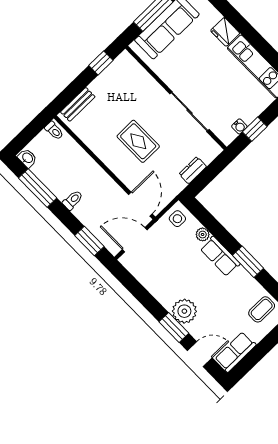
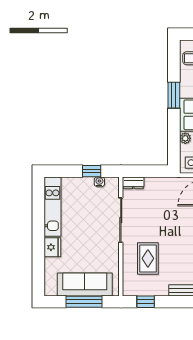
rug: (138, 141) -> (148, 258), moved
dresser: (193, 170) -> (133, 183), moved

